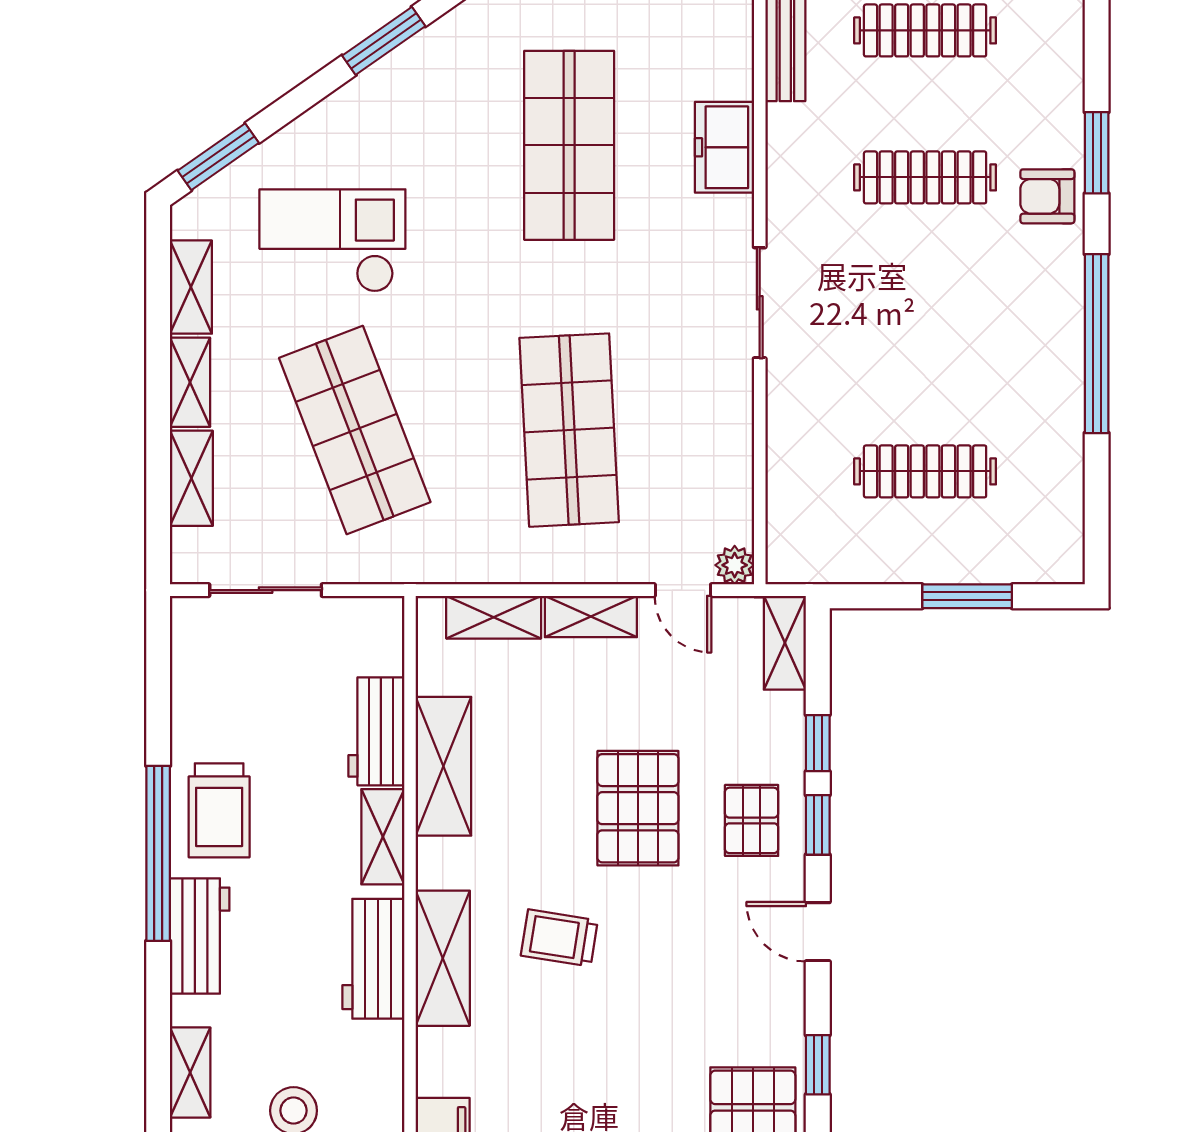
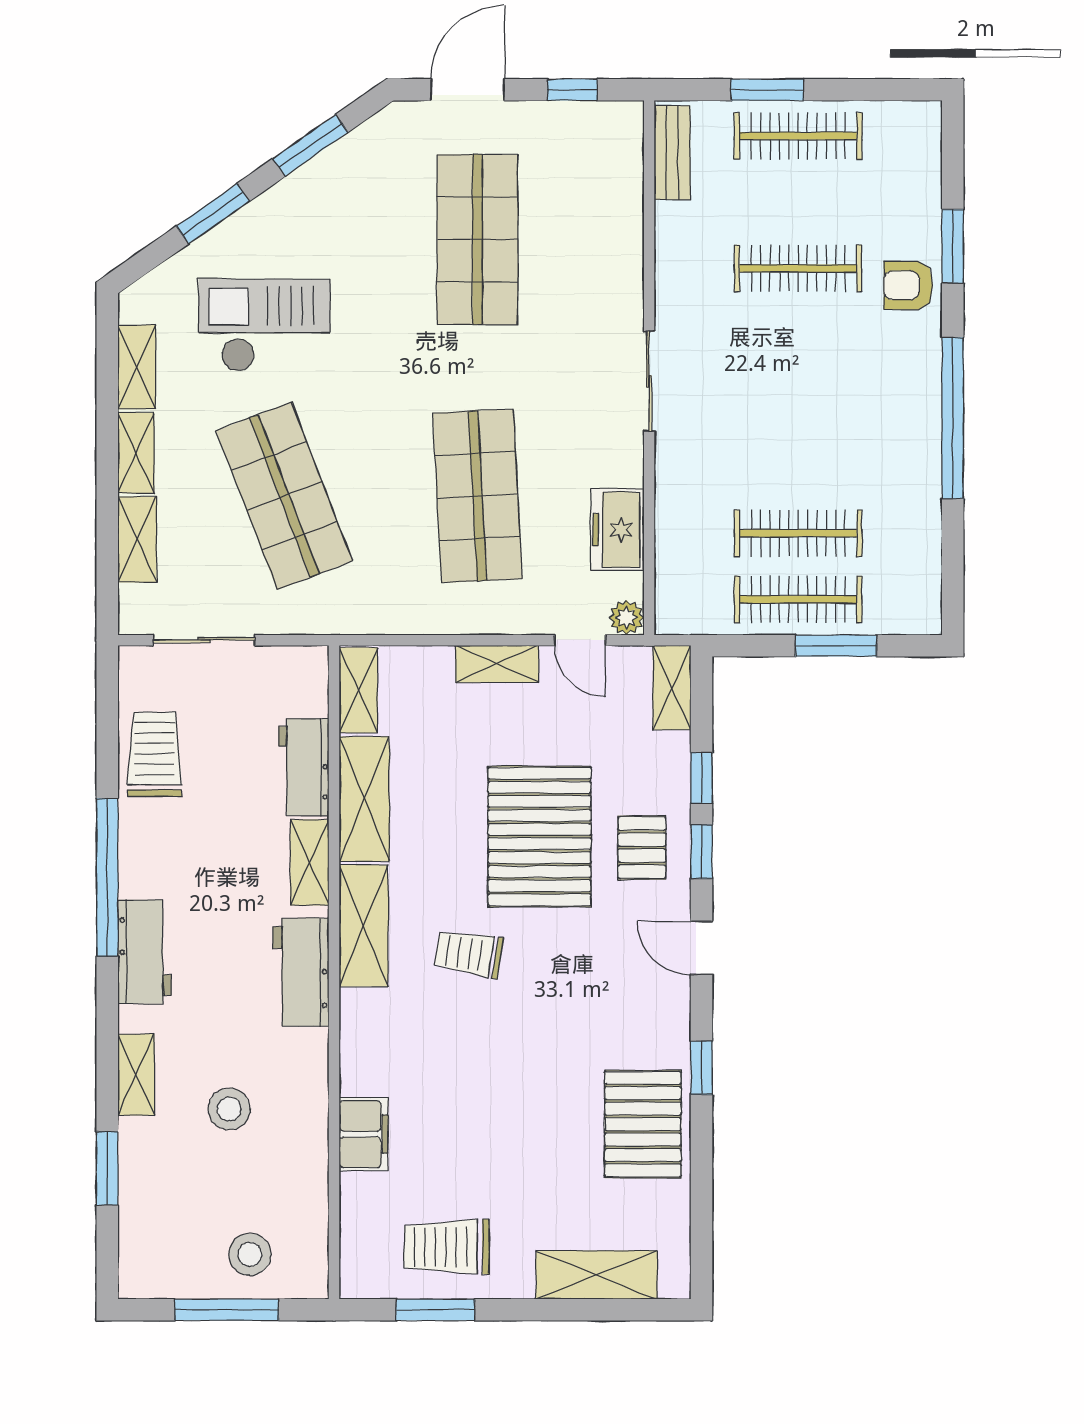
freezer: (724, 147) -> (617, 530), moved
window: (218, 157) -> (213, 214), moved
clothes rail: (925, 545) -> (798, 599), added
shelving: (494, 617) -> (358, 690), moved, turned 90
pallet: (638, 808) -> (539, 837), width x1.37, depth x1.41
trolley: (219, 810) -> (154, 754), moved, turned 180
shelving: (443, 958) -> (364, 926), moved

